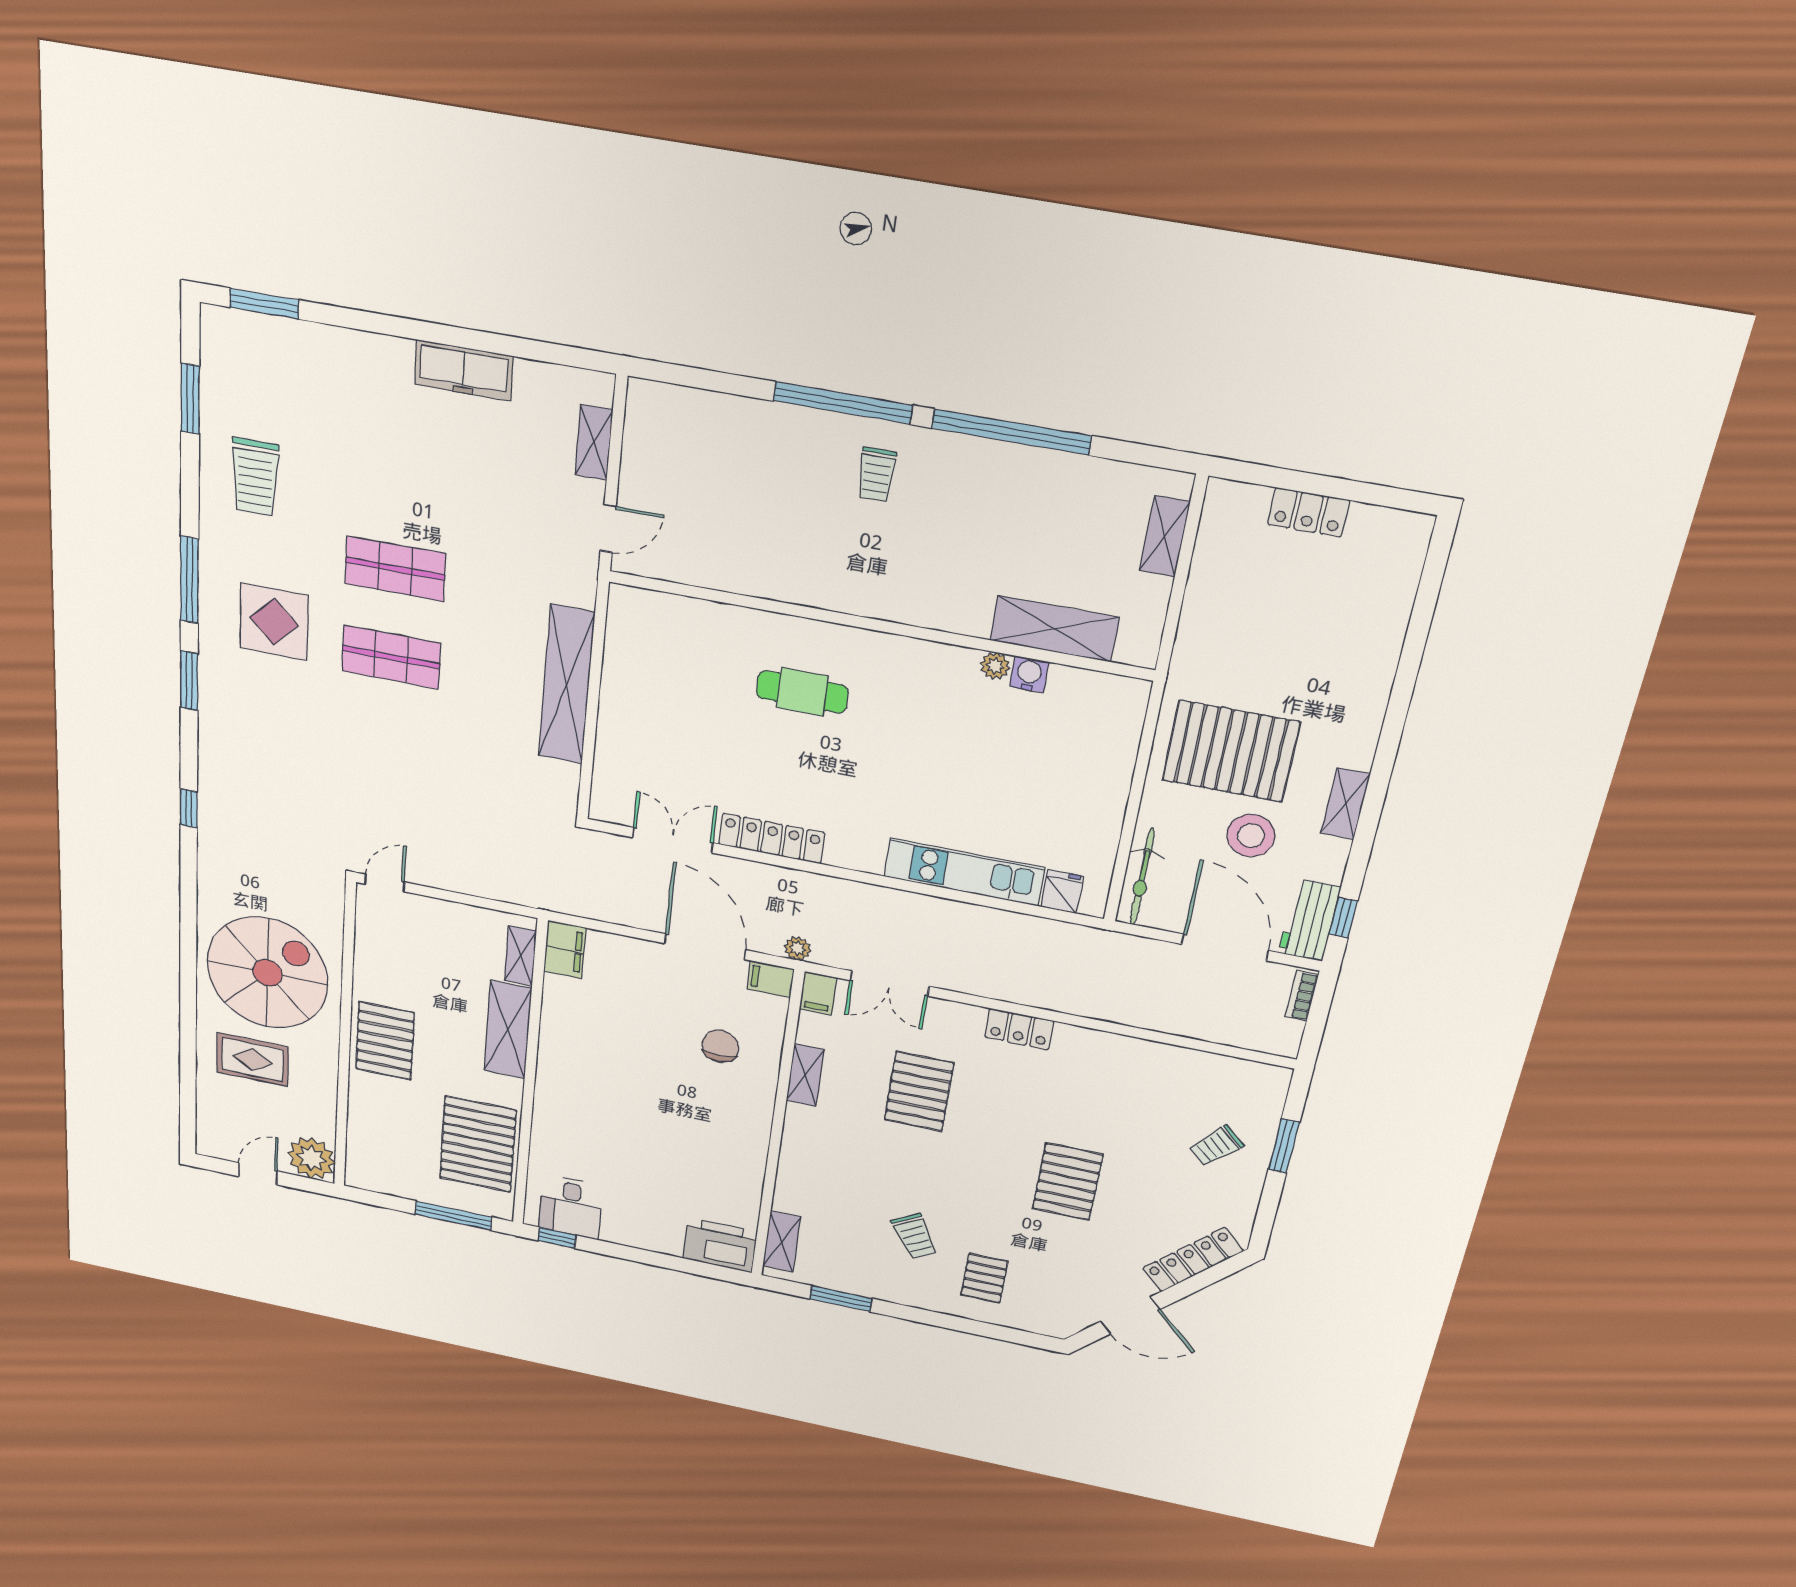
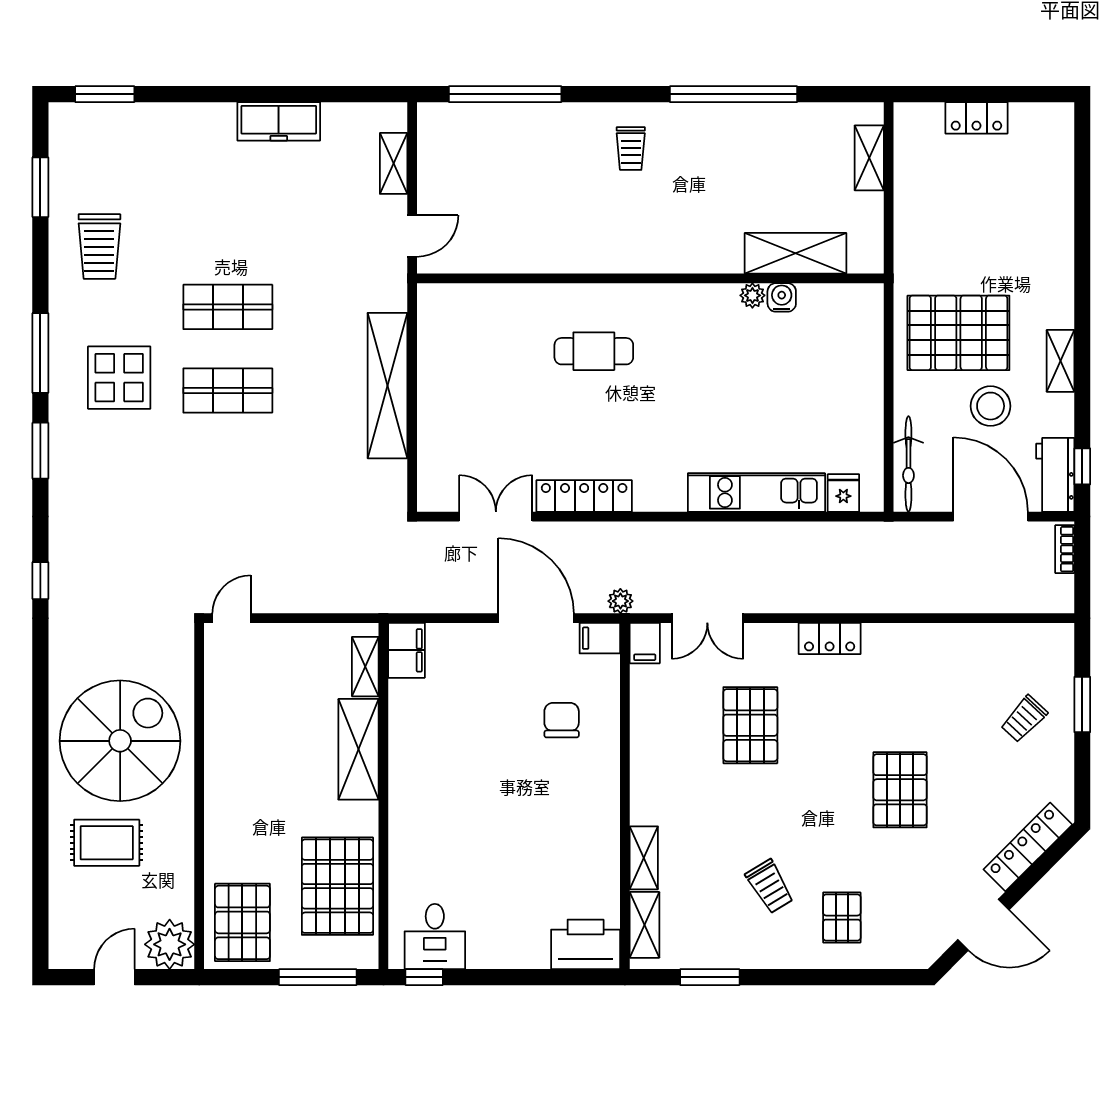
window: (843, 403) -> (505, 94), moved
pallet: (385, 1041) -> (242, 922), moved
shelving: (805, 1075) -> (644, 858), moved

